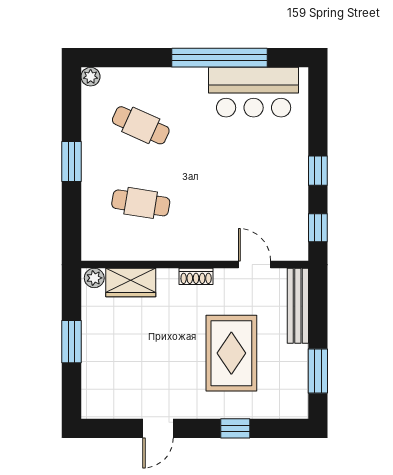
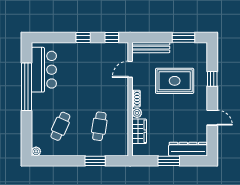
window: (72, 162) -> (95, 161), moved
plant: (94, 278) -> (137, 113), moved
dresser: (95, 380) -> (188, 149), added

